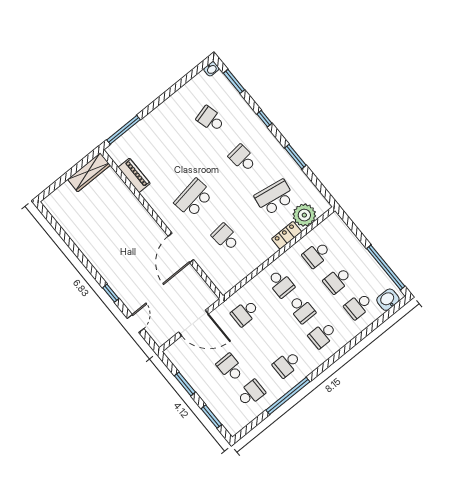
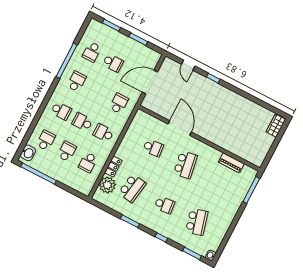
school desk: (211, 119) -> (197, 222), width x1.85
wardrobe: (89, 172) -> (276, 126), moved, width x0.67
school desk: (316, 254) -> (88, 162), turned 180
school desk: (323, 335) -> (61, 111), turned 90

